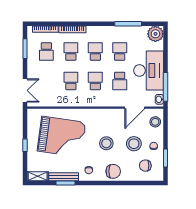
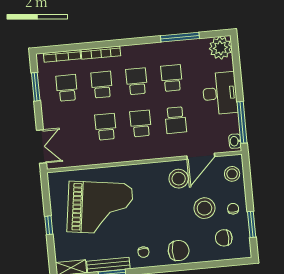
school desk: (46, 51) -> (67, 88), turned 180
desk: (149, 70) -> (220, 93), width x0.73, depth x0.77
stool: (106, 143) -> (179, 179), moved

